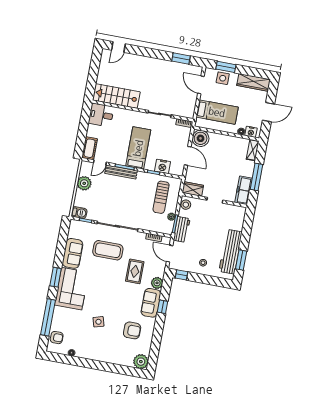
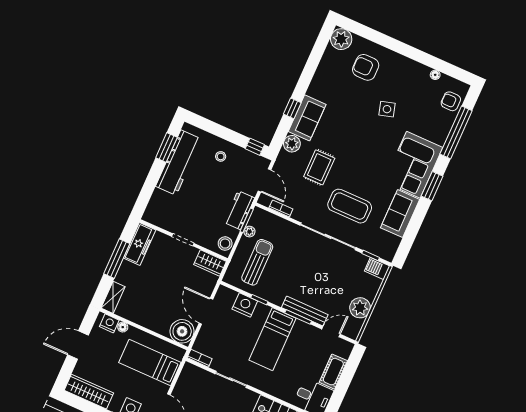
cot: (90, 148) -> (333, 372), moved
armchair: (132, 330) -> (366, 67), moved

